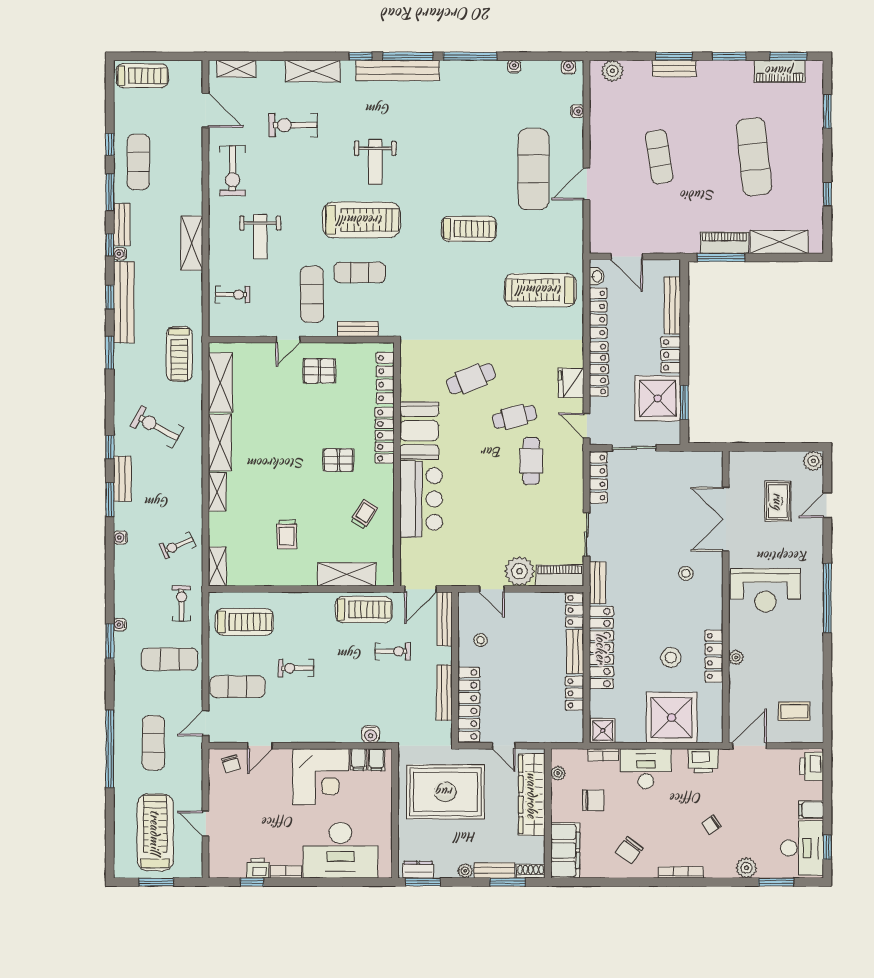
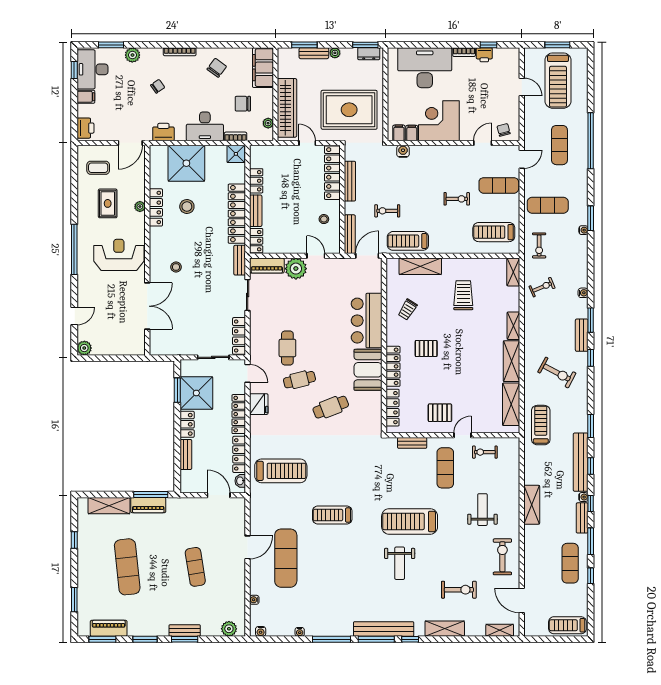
weight bench: (375, 162) -> (400, 563), turned 180
exercise mat: (360, 272) -> (411, 484), removed
exercise bike: (233, 295) -> (485, 452), moved
bench: (672, 305) -> (186, 454), width x0.73
rug: (778, 501) -> (108, 203), moved
trolley: (287, 534) -> (463, 295), width x1.36, depth x1.39
shoe rack: (531, 871) -> (288, 53), removed

